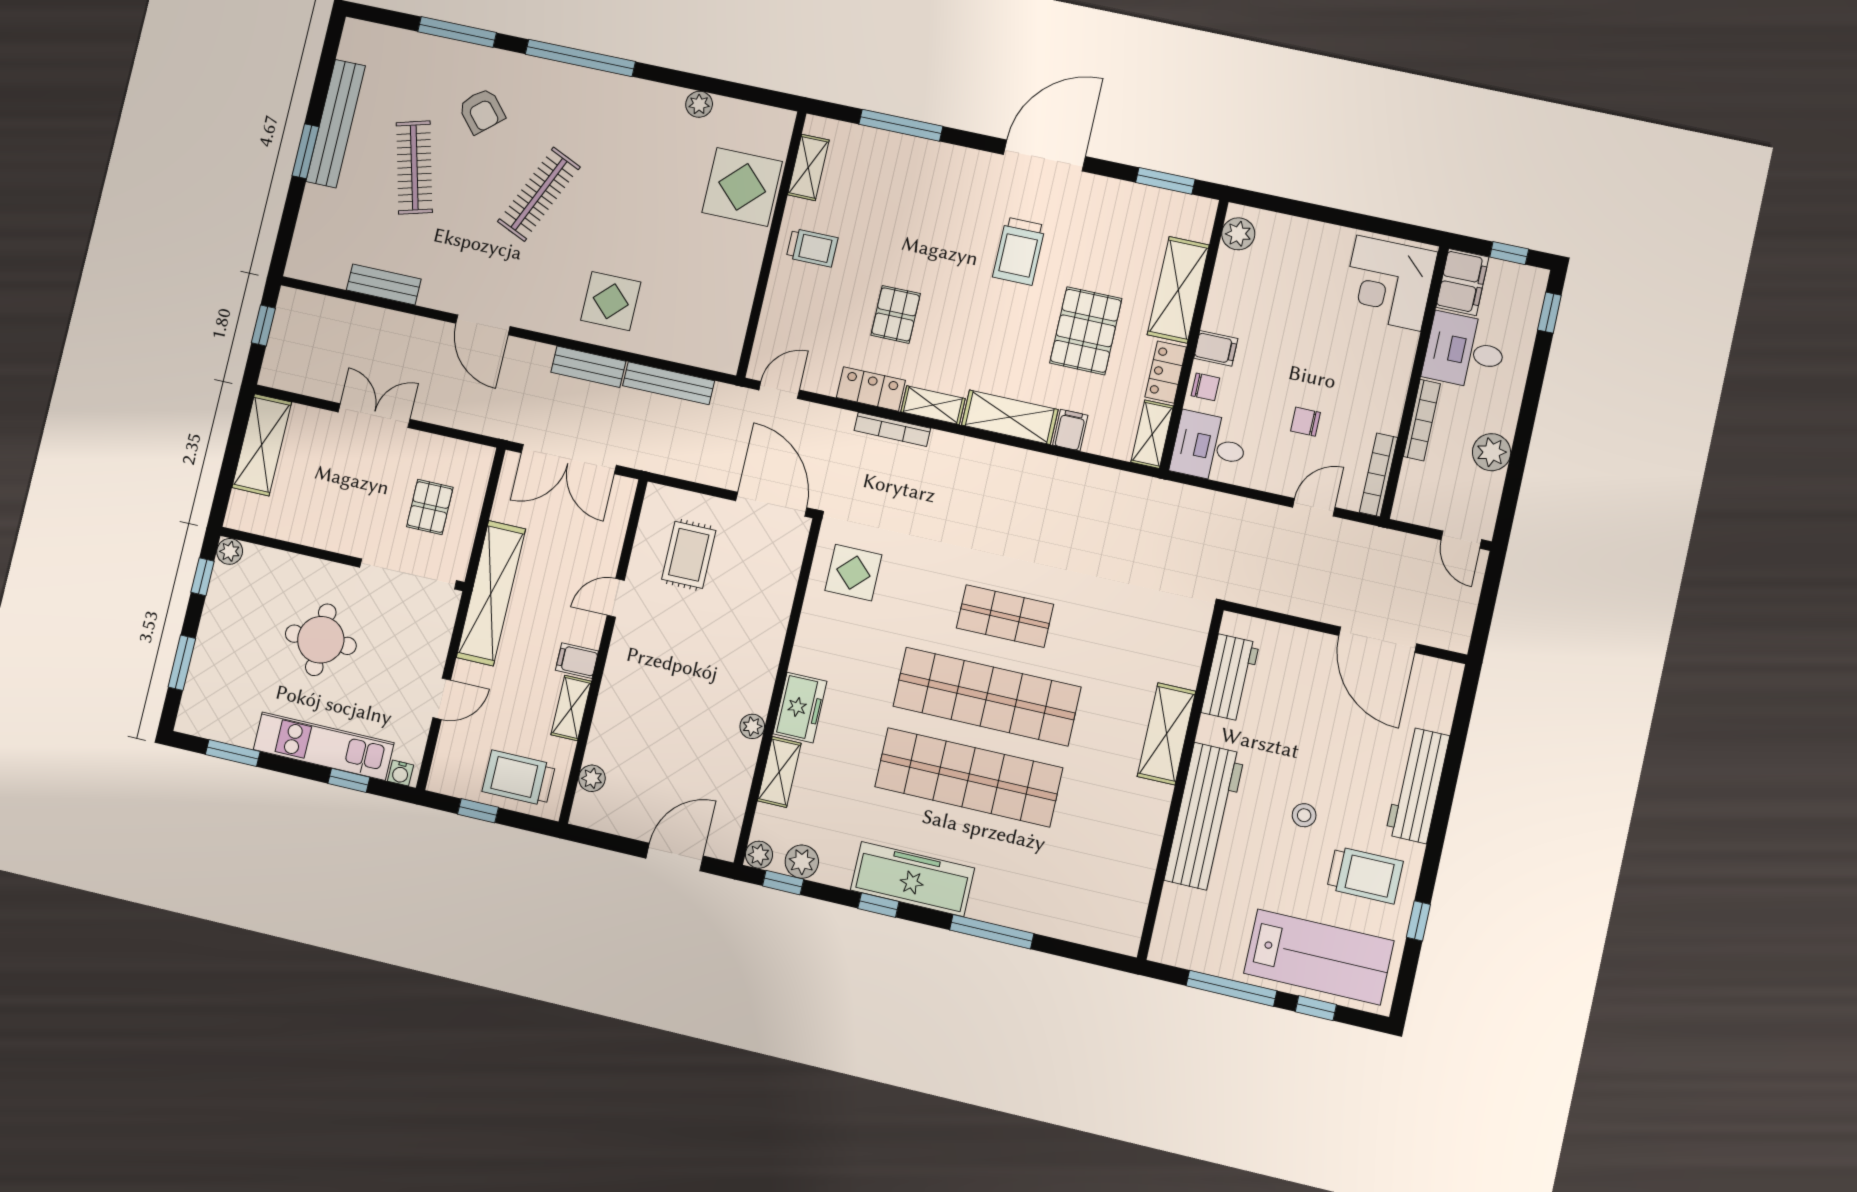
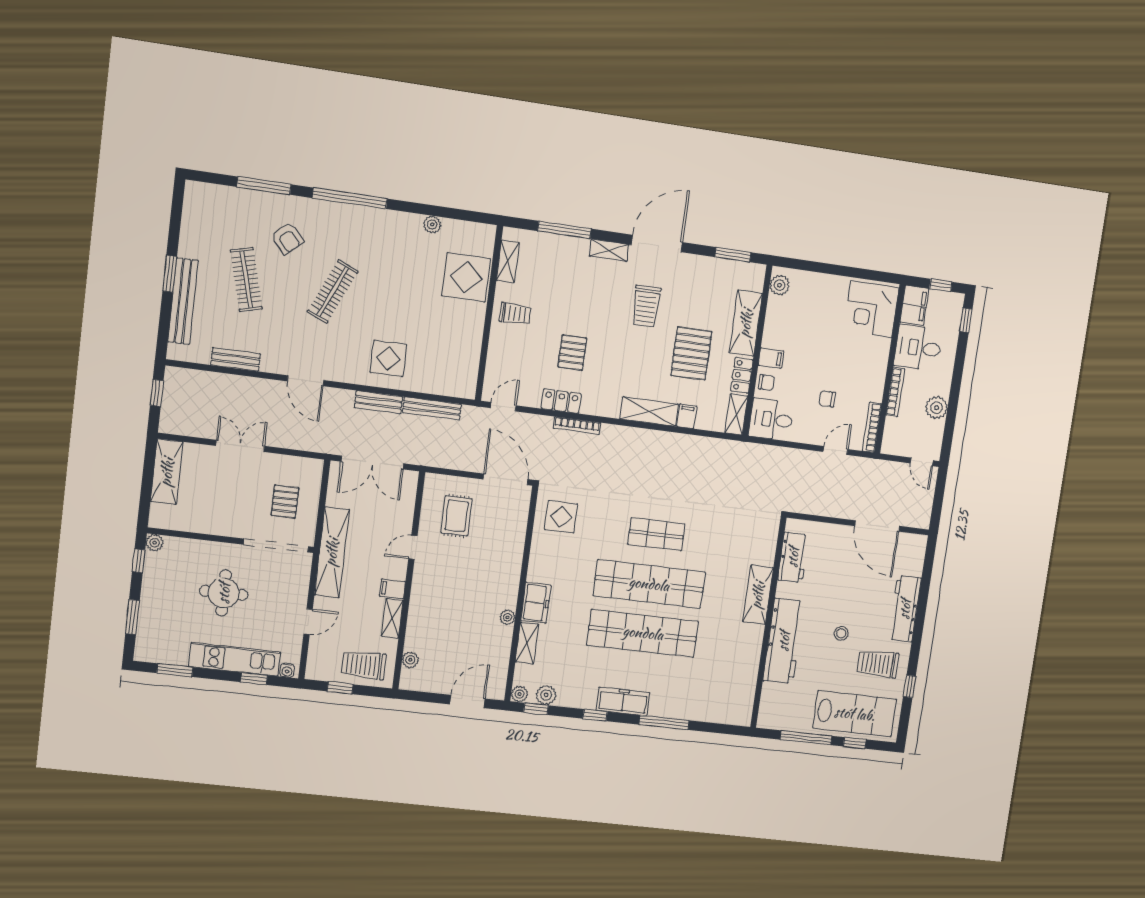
bench: (336, 124) -> (183, 301), moved
shelving: (933, 405) -> (609, 250), moved
trolley: (1365, 875) -> (878, 664), turned 180
freezer: (912, 879) -> (623, 701), width x0.73, depth x0.79

